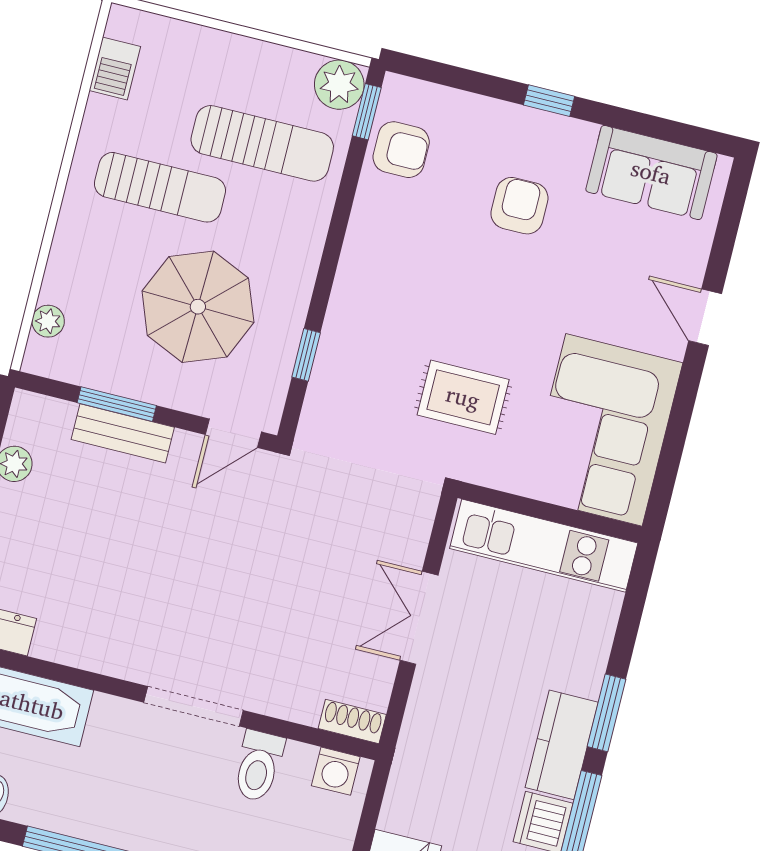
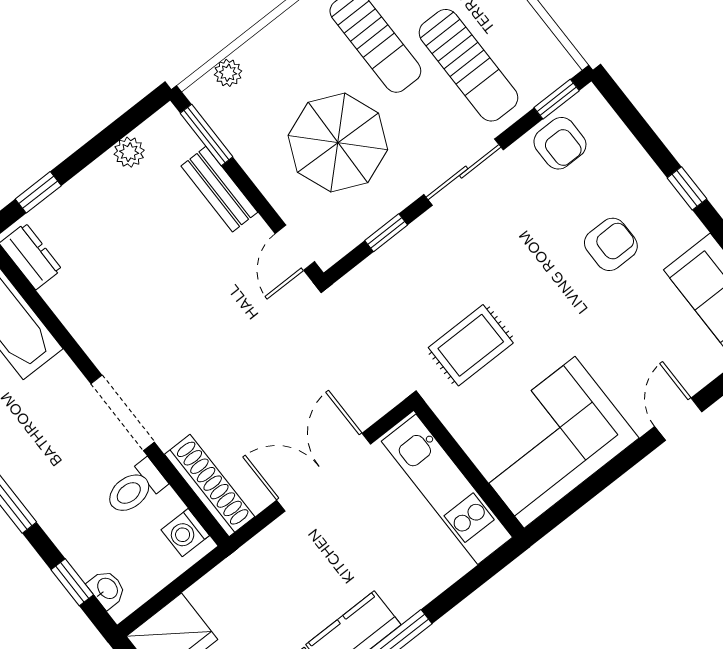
plant: (339, 85) -> (552, 66), removed
sliding door: (334, 244) -> (464, 172), added
rug: (463, 397) -> (471, 345), turned 90
window: (117, 404) -> (207, 135), moved
door: (233, 433) -> (295, 248), hinge flipped
double door: (419, 618) -> (324, 472), width x1.37
shoe rack: (352, 722) -> (210, 486), width x1.94, depth x1.24

